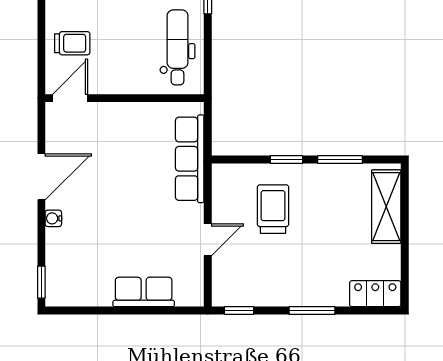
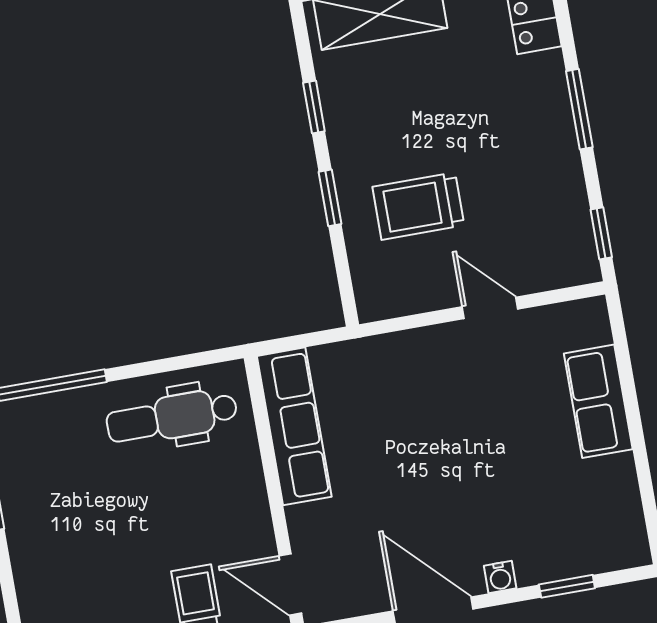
row of seats: (190, 159) -> (294, 426), moved, turned -90
window: (340, 160) -> (314, 107), width x0.67
window: (41, 282) -> (567, 586), moved

